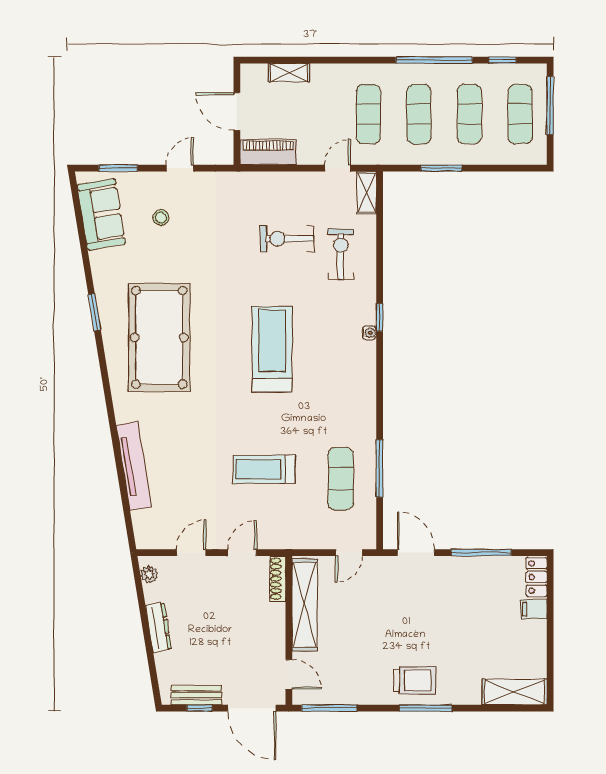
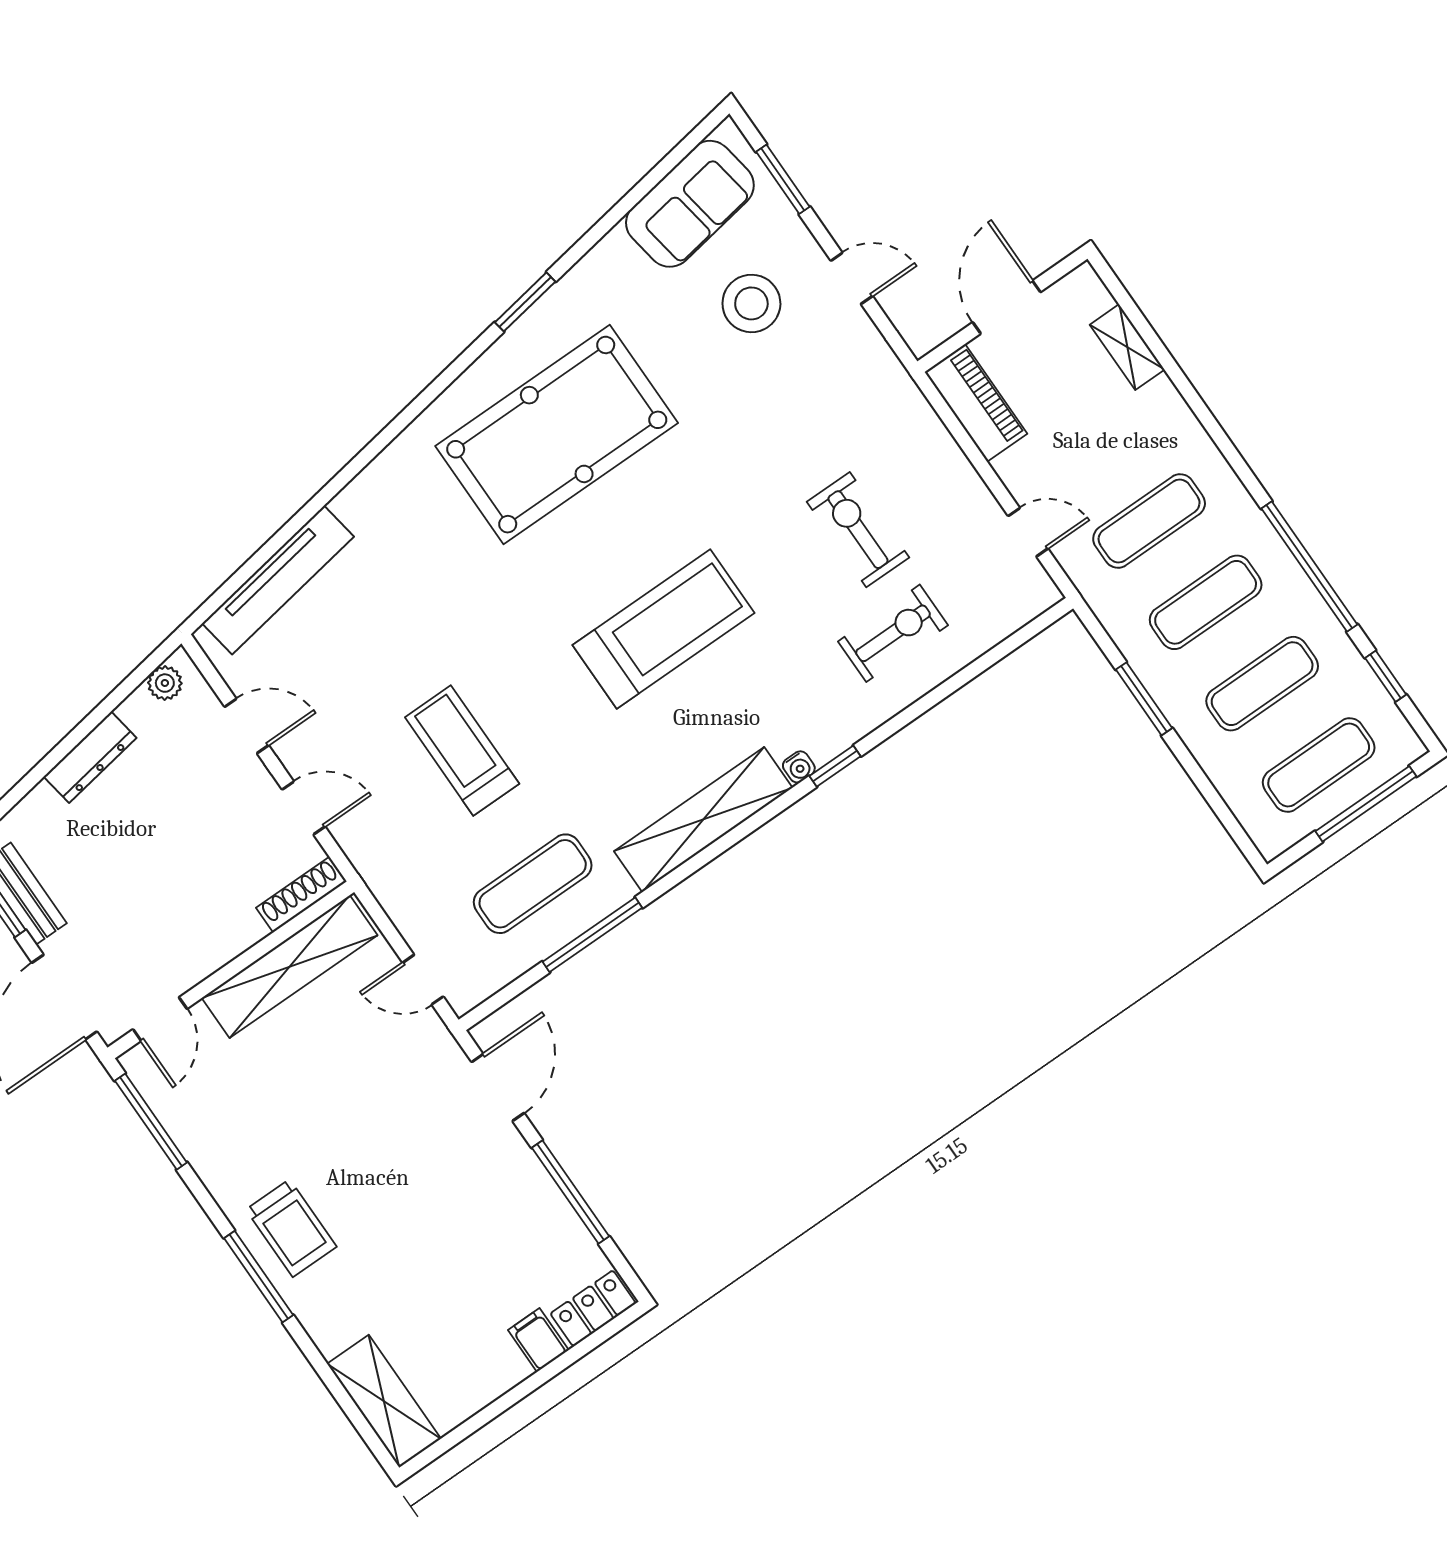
shelving: (367, 193) -> (703, 820), moved, width x2.20, depth x1.33
stool: (161, 218) -> (751, 303), width x1.89, depth x1.89
tv unit: (134, 466) -> (278, 580), moved

